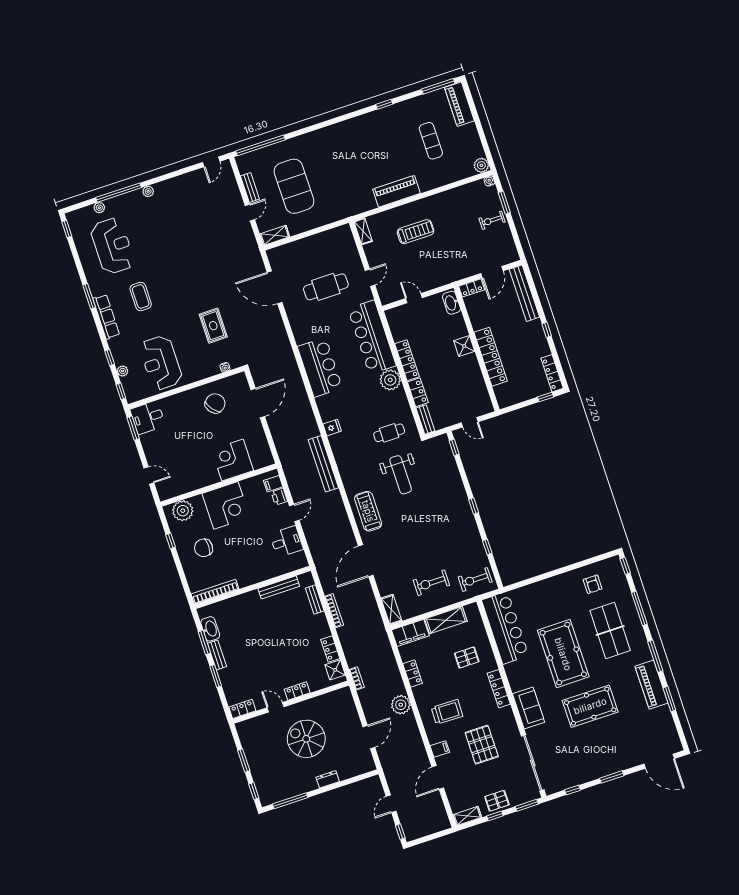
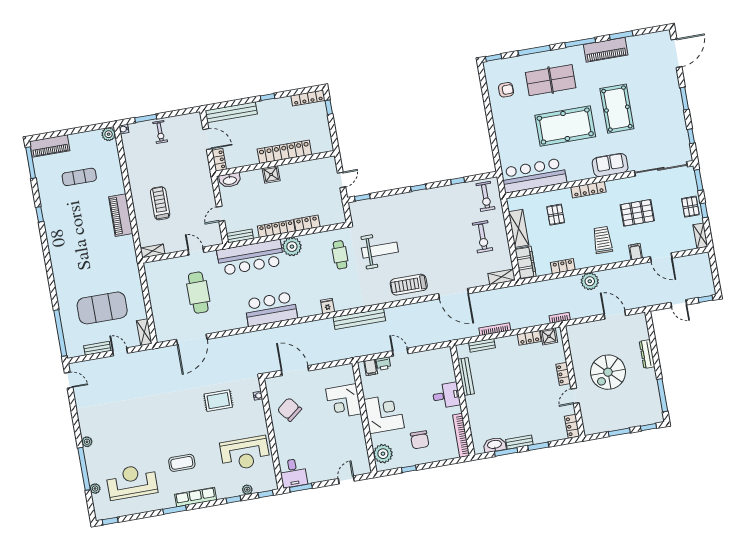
bench: (425, 419) -> (240, 236), moved
desk: (287, 542) -> (446, 395), moved, turned 90
dresser: (328, 779) -> (647, 354), width x1.44

